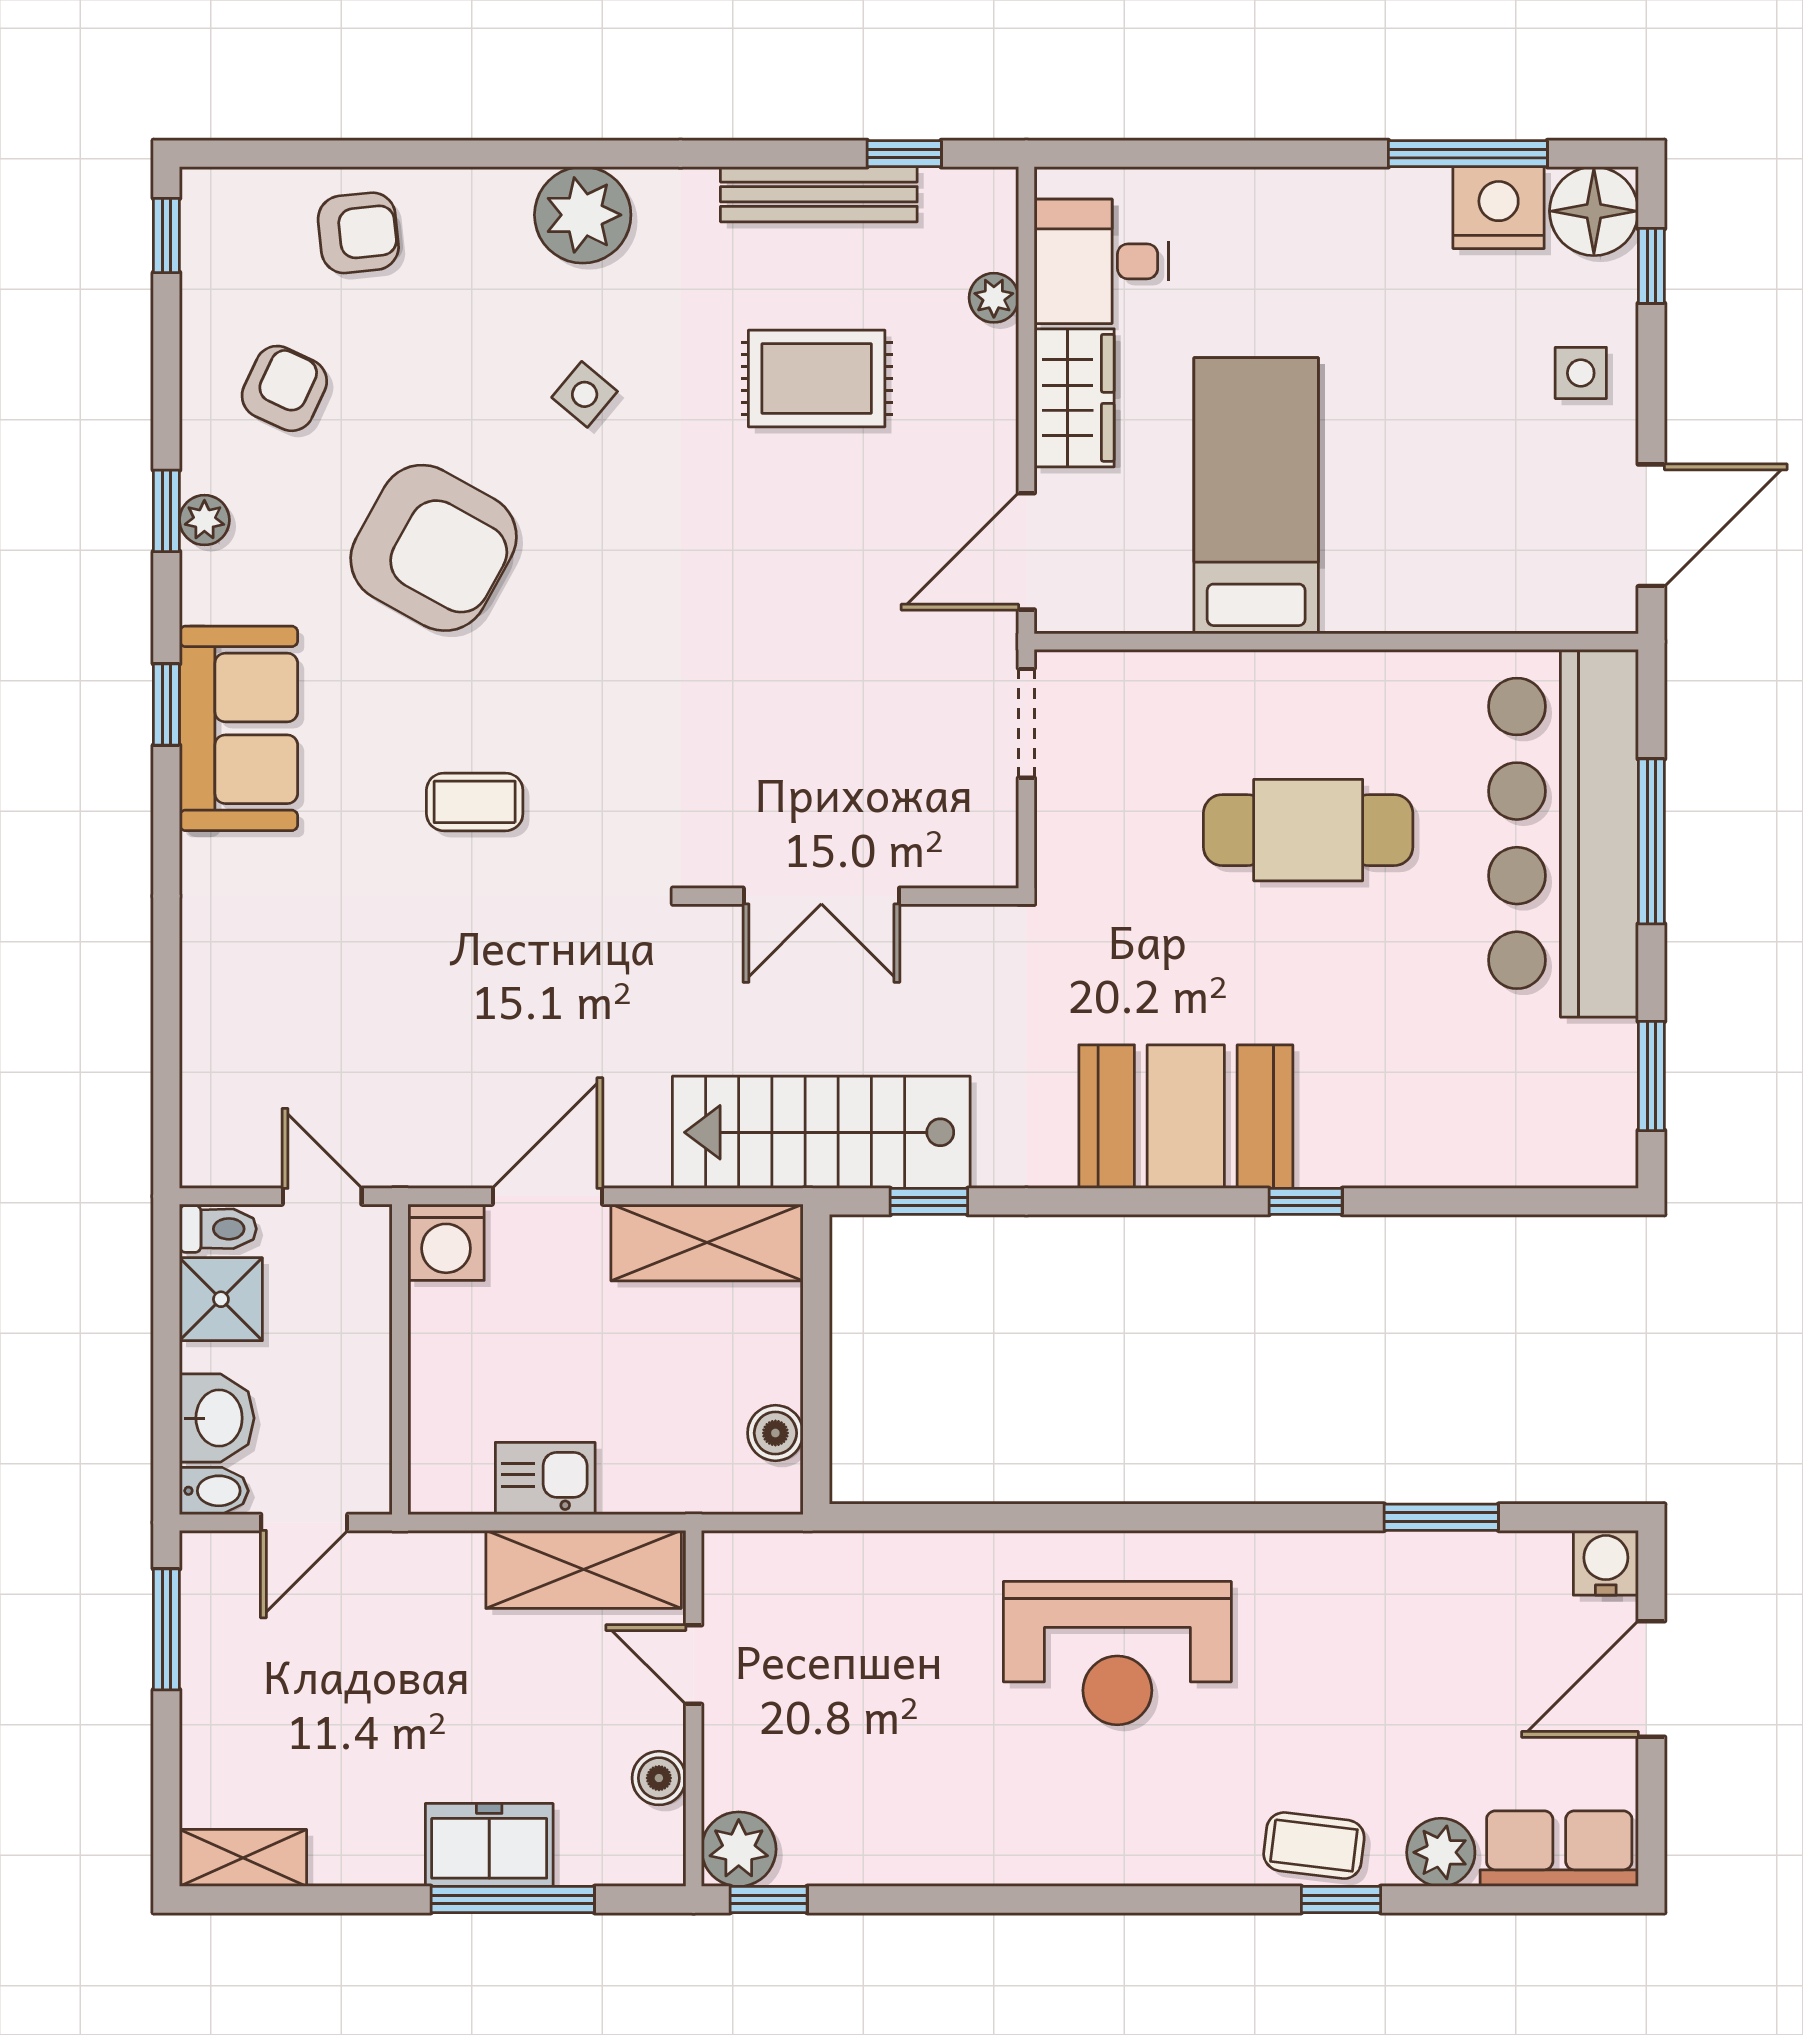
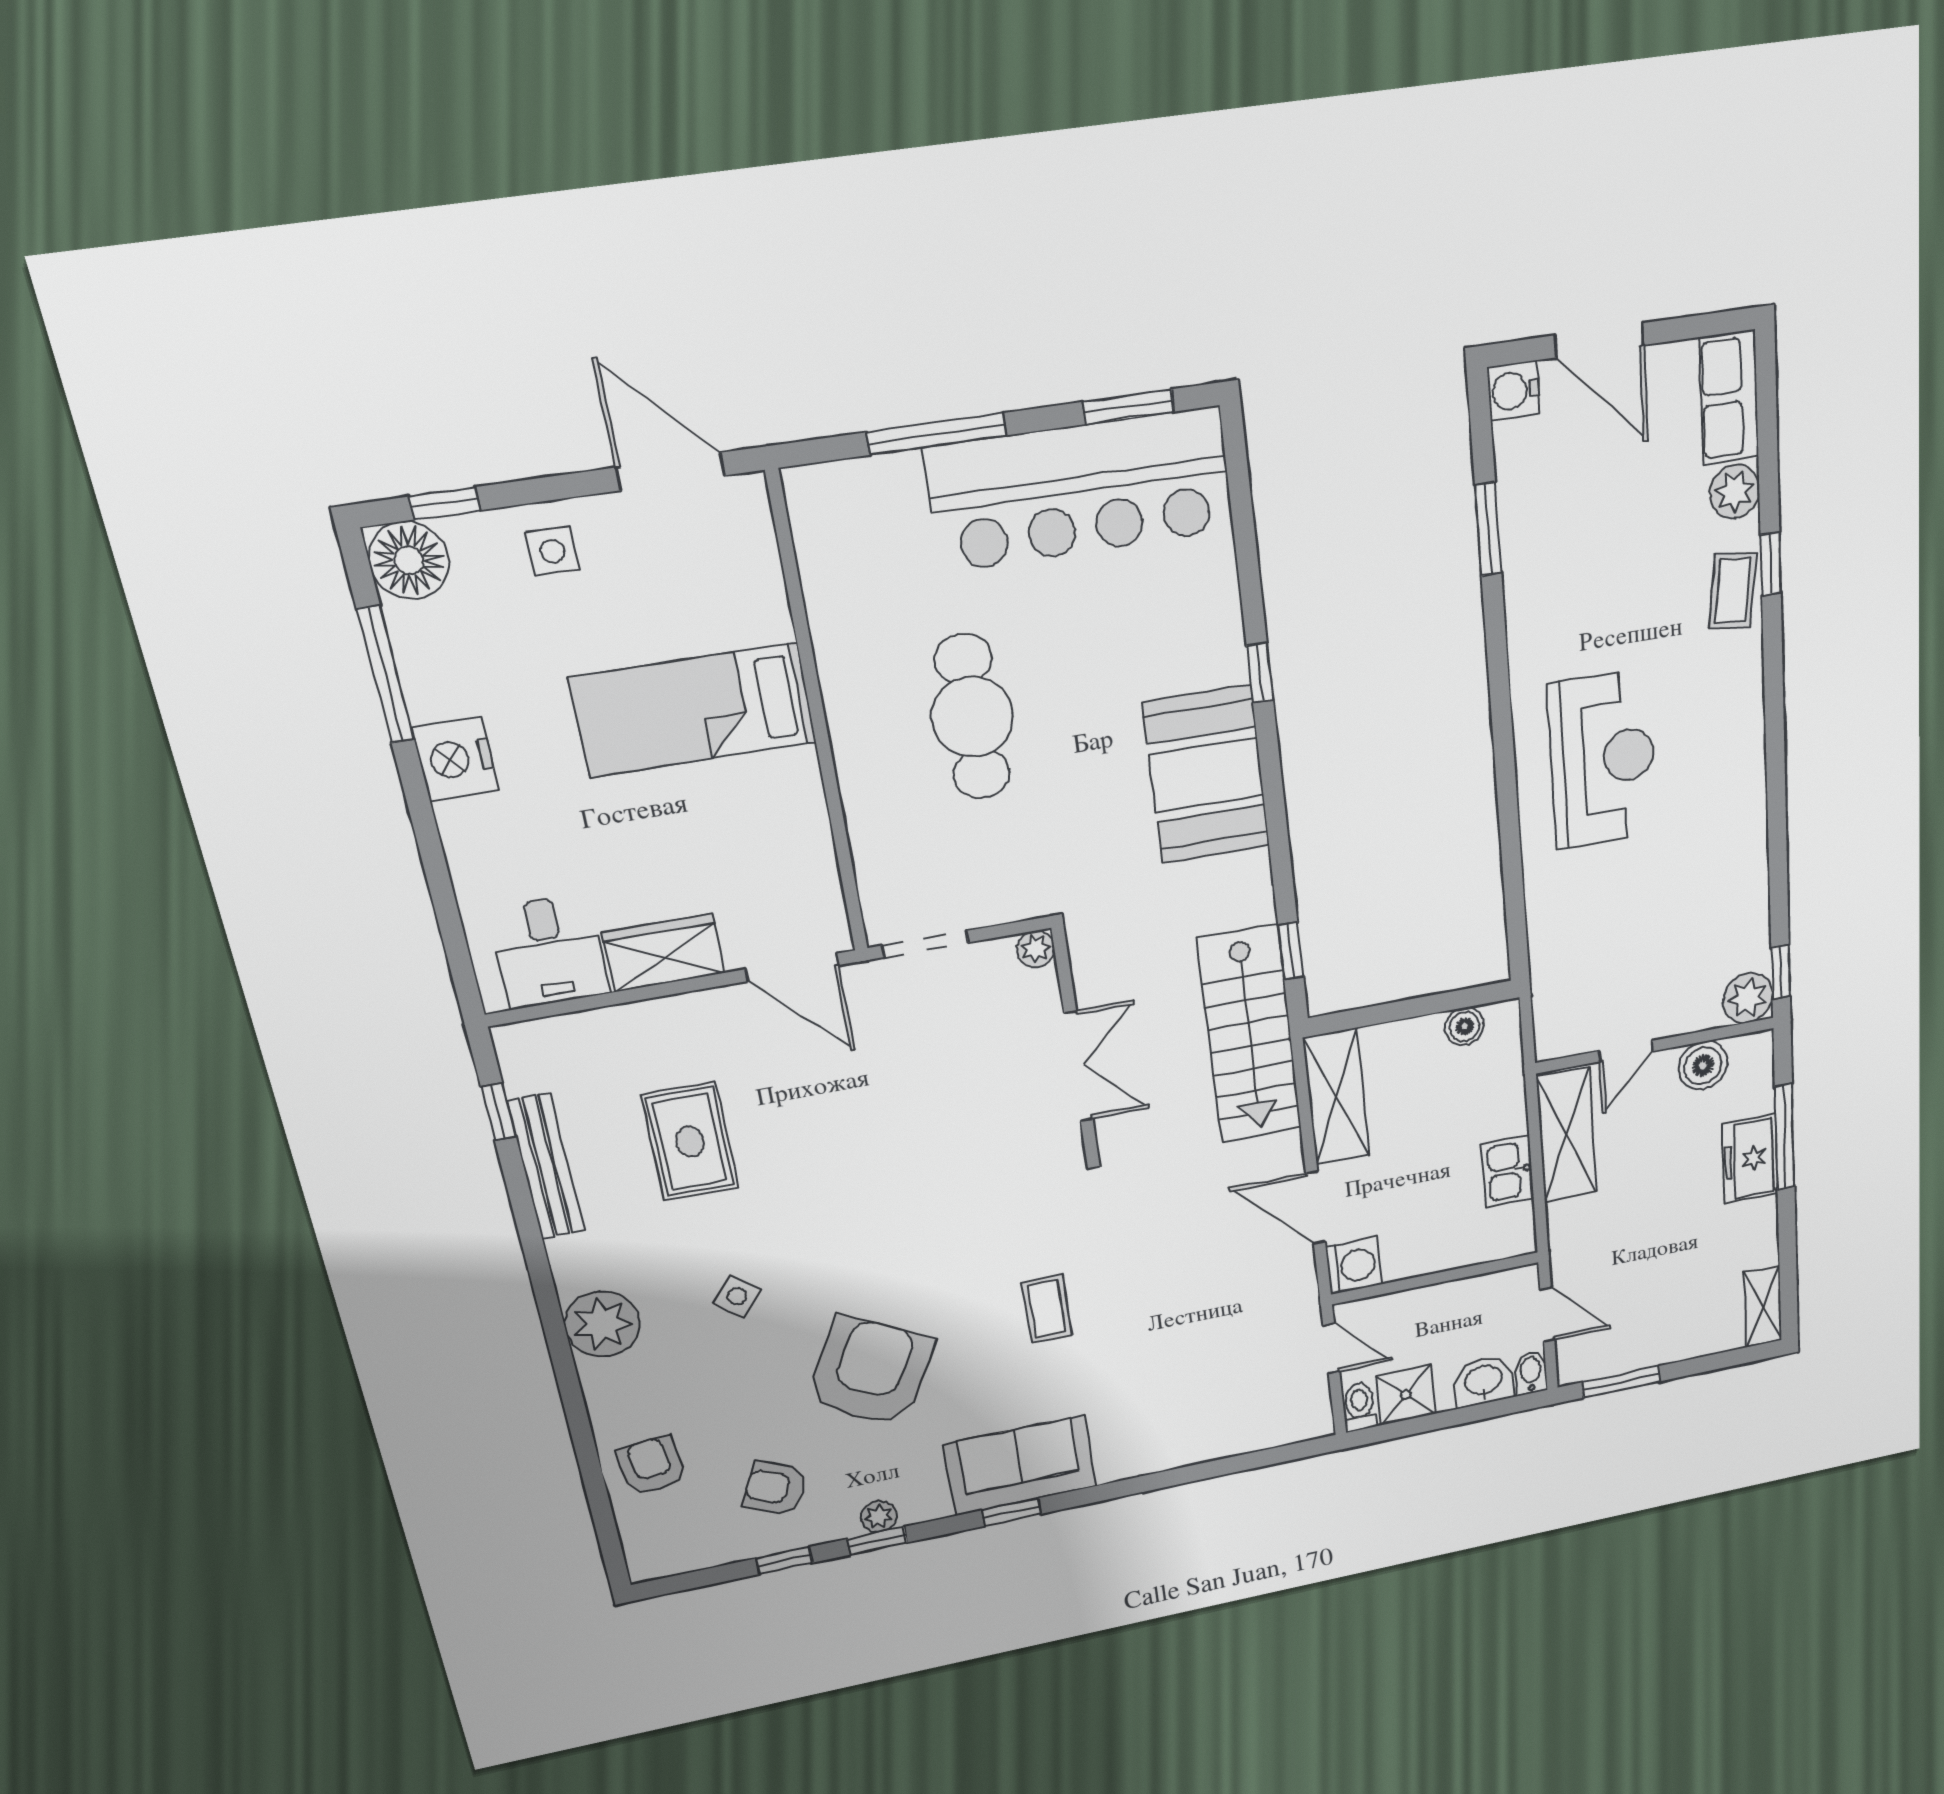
nightstand: (1499, 208) -> (455, 759), moved
window: (166, 235) -> (784, 1561), moved
plant: (994, 298) -> (1036, 949), moved
bed: (1256, 496) -> (694, 710), moved
bar counter: (1563, 833) -> (1081, 489), moved
door: (322, 1196) -> (1331, 1348), swing flipped
boiler: (659, 1778) -> (1703, 1066), width x1.36, depth x1.36

